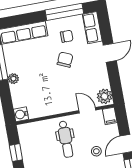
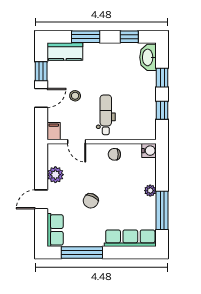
chair: (67, 36) -> (114, 154), moved
plant: (105, 96) -> (55, 175), moved

